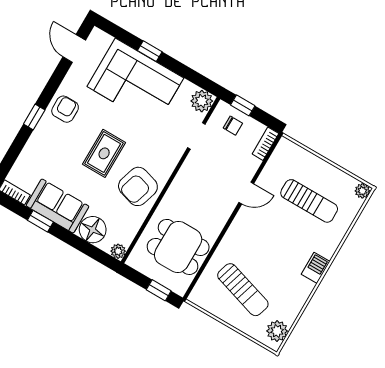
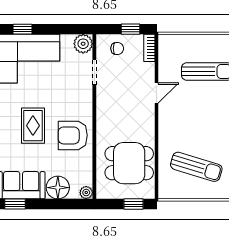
window: (243, 105) -> (130, 29), moved
armchair: (138, 186) -> (73, 135), turned 73

